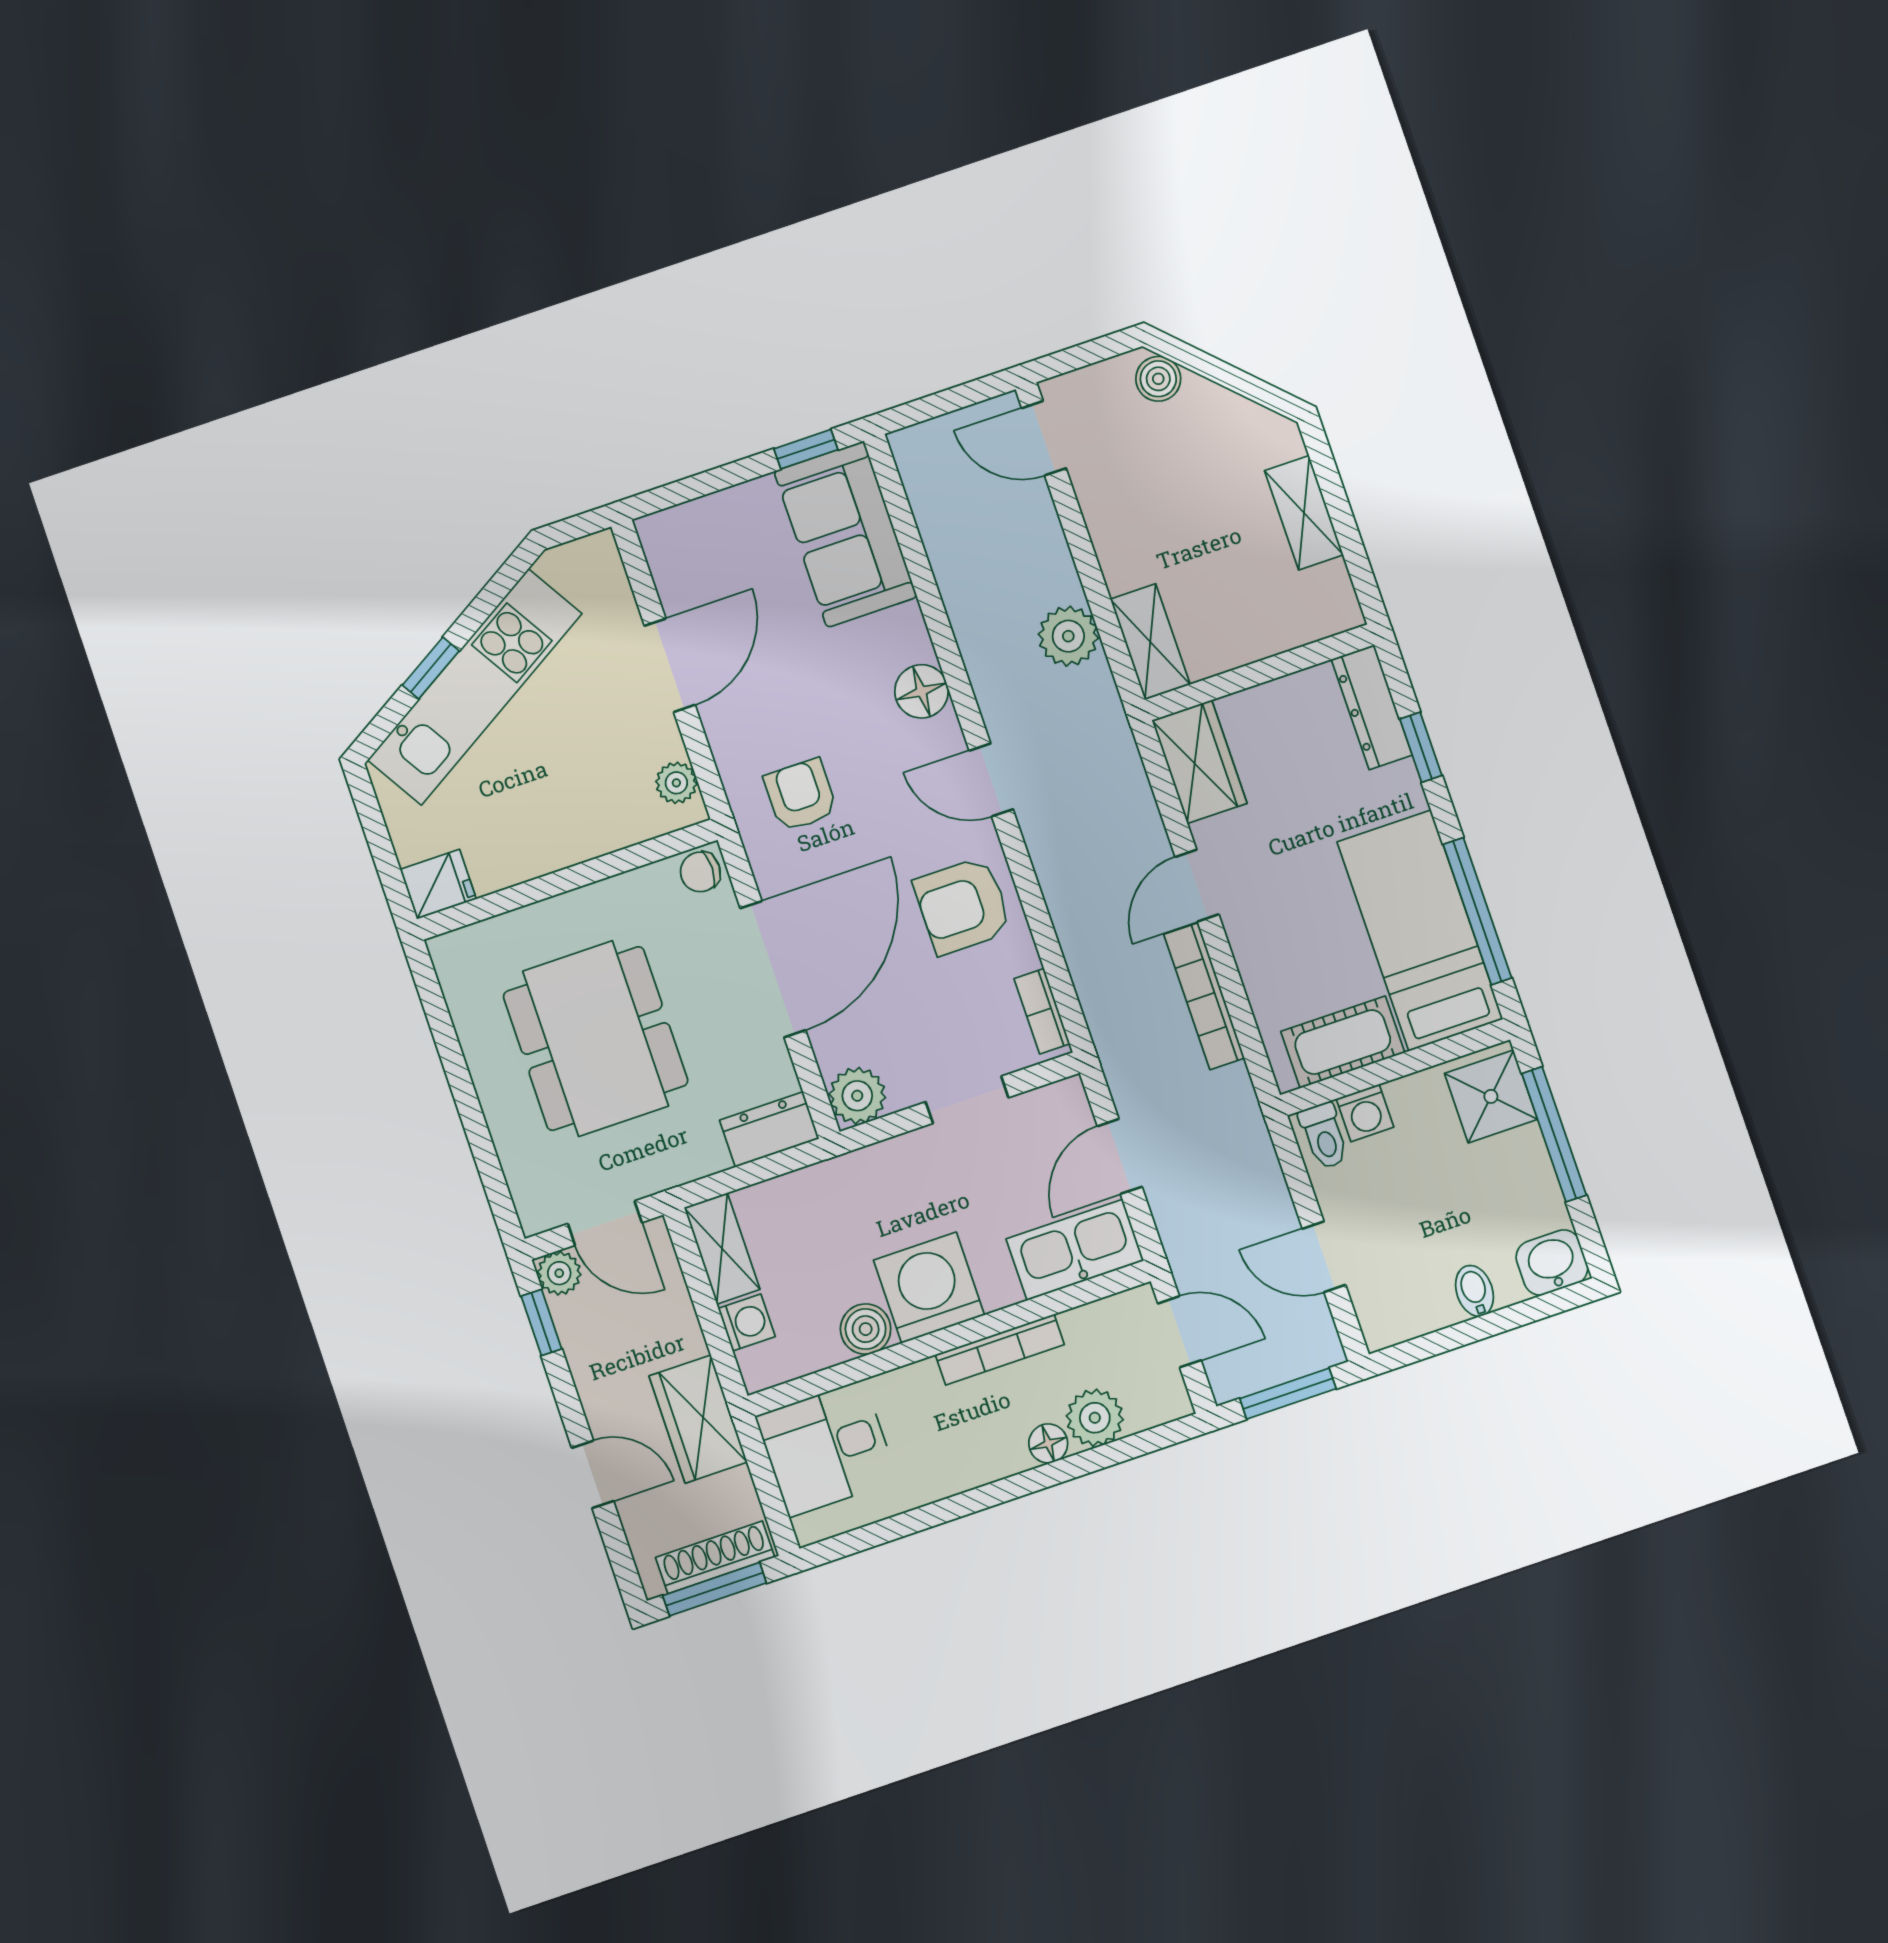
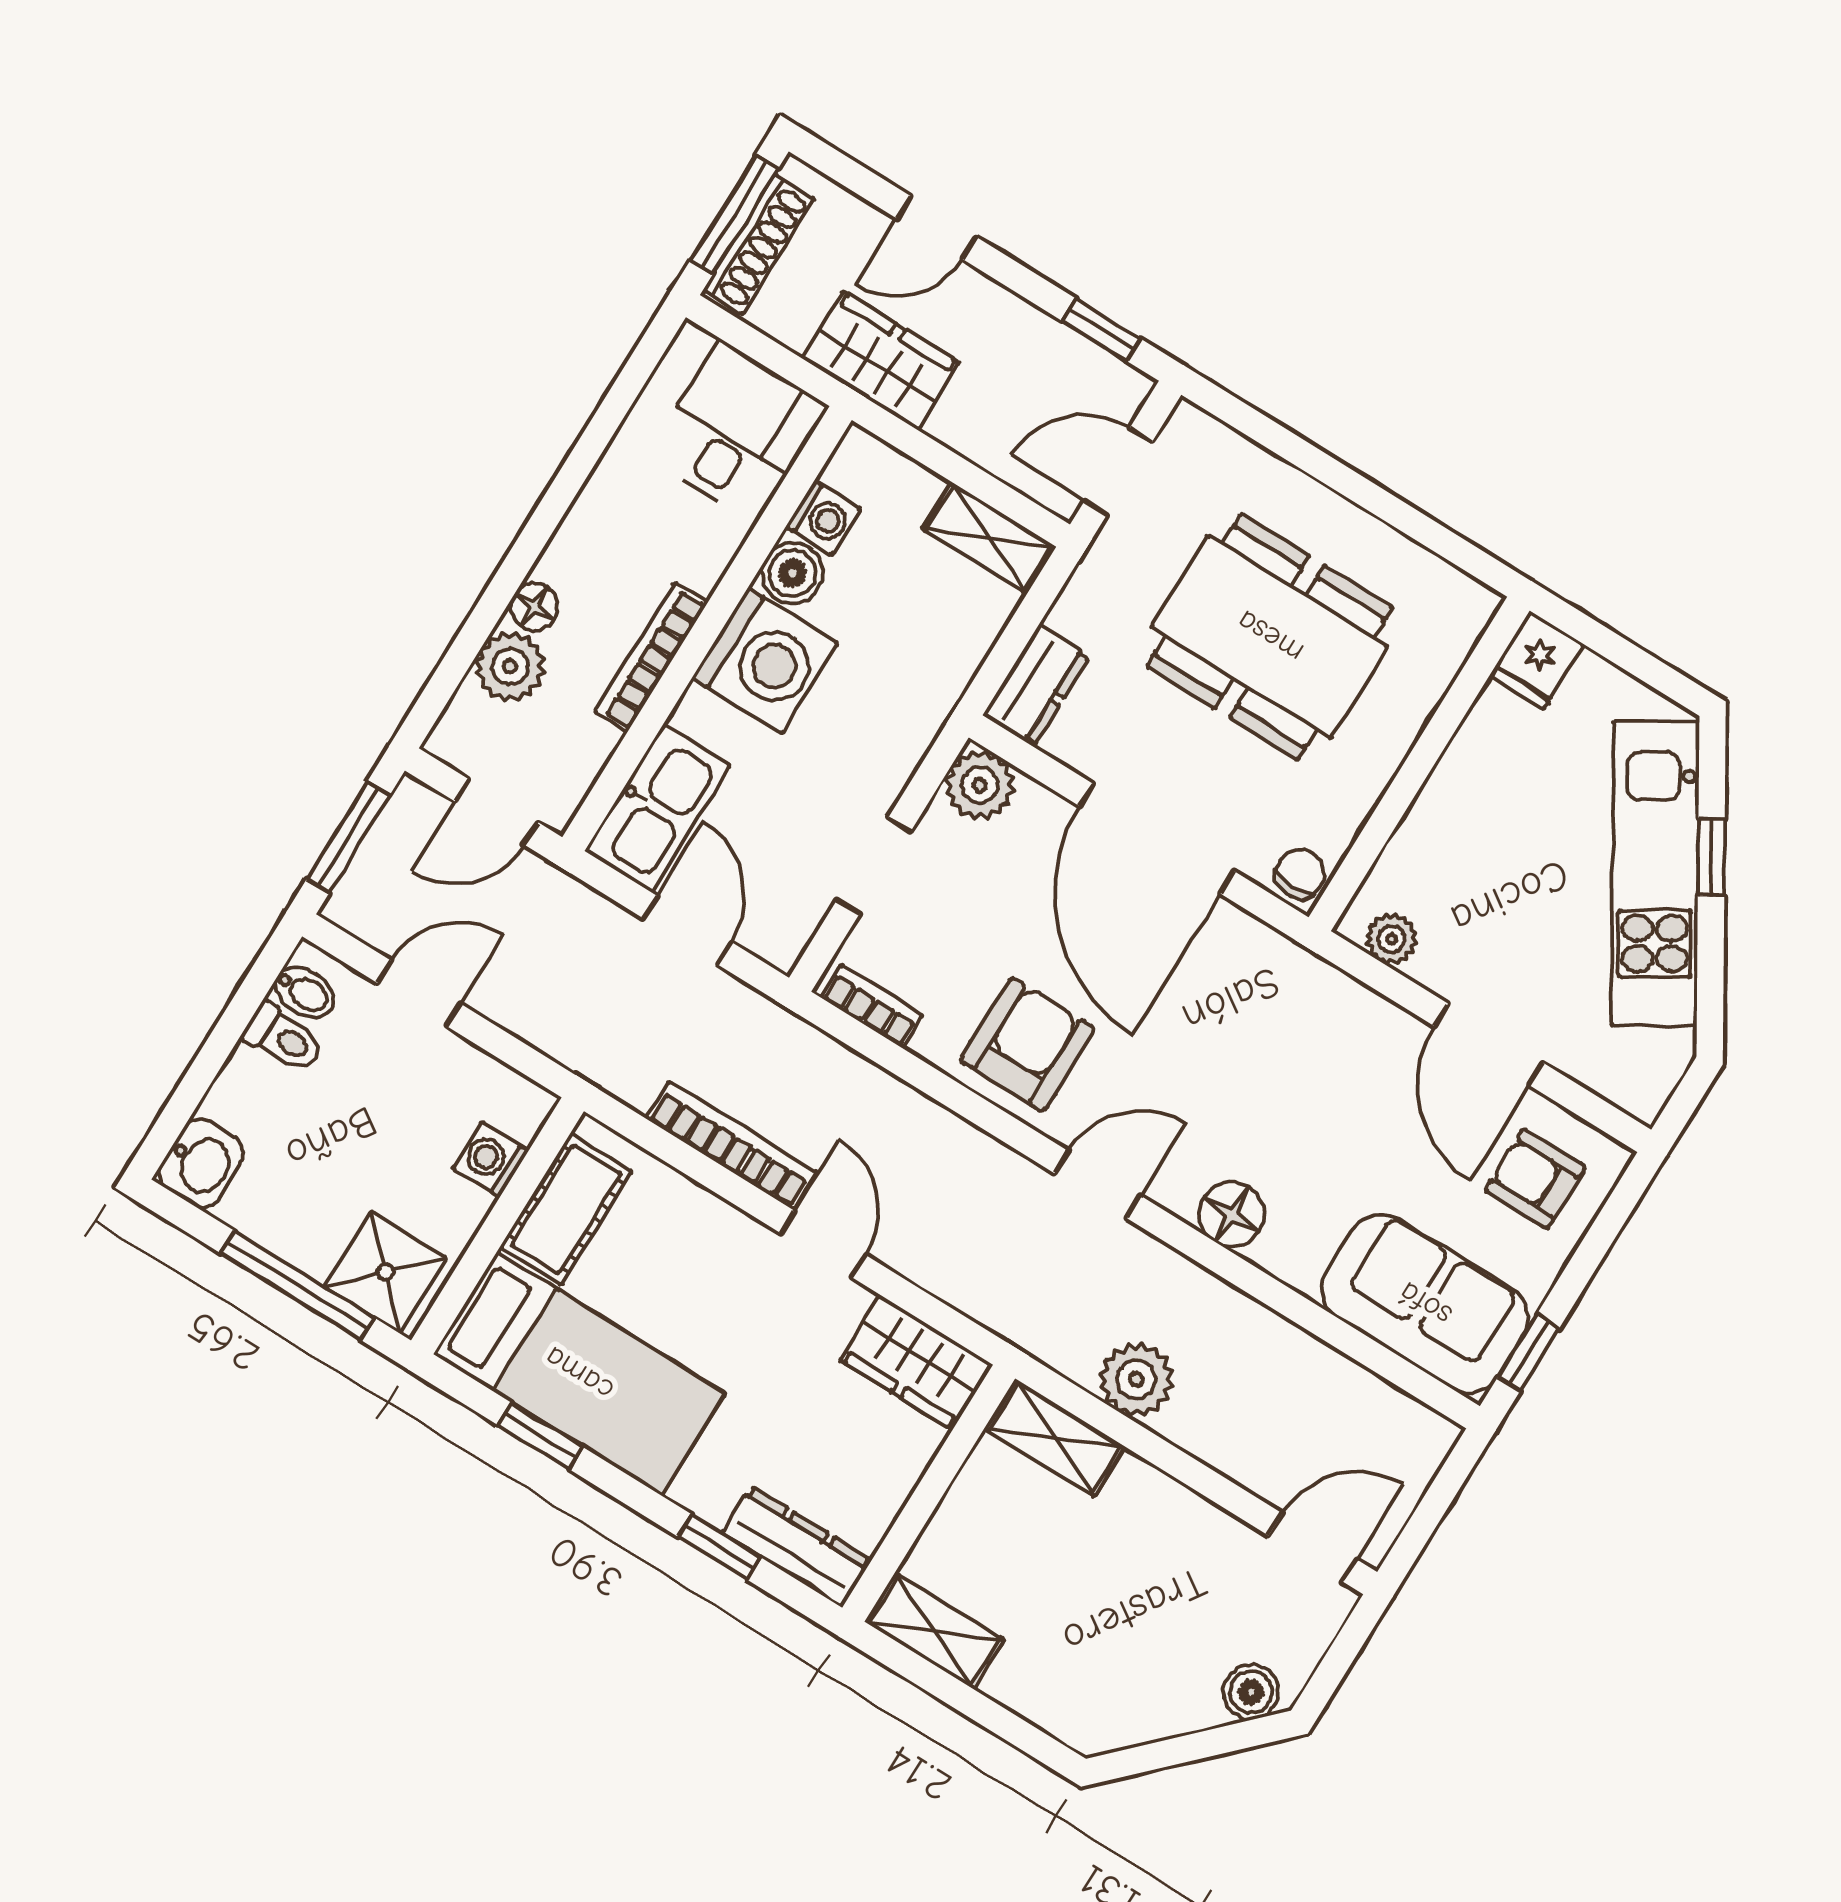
shelving: (1304, 513) -> (934, 1631), moved
armchair: (801, 795) -> (1535, 1179), moved, turned 180
window: (1477, 911) -> (540, 1436), width x0.46
toilet: (1324, 1136) -> (284, 1038), moved, turned 180
plant: (559, 1273) -> (1123, 389), removed
bidet: (1474, 1291) -> (305, 992), moved
washing machine: (747, 1322) -> (823, 518), moved, turned -90

